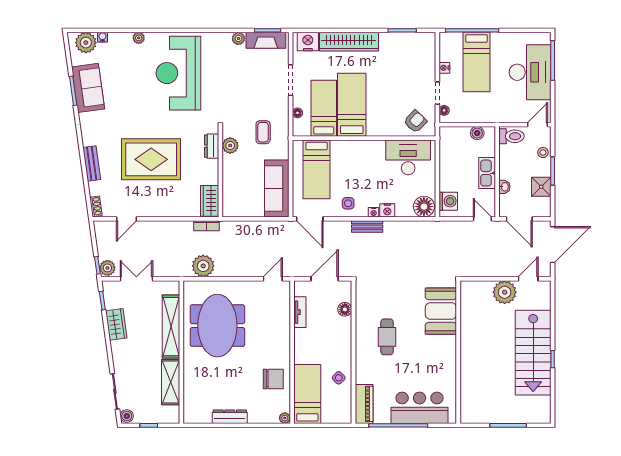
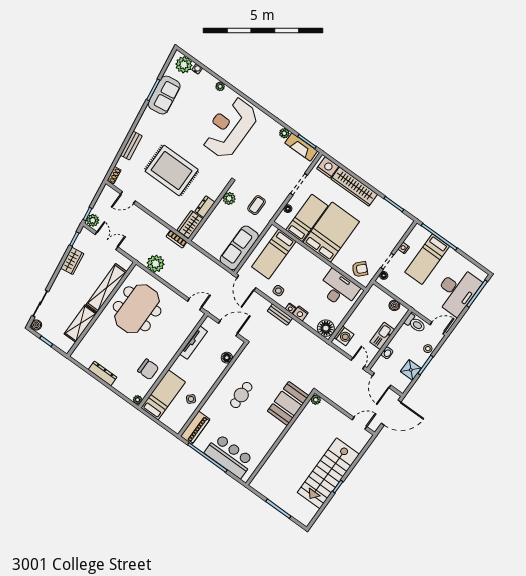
bed: (352, 105) -> (331, 232), width x1.50
dresser: (212, 146) -> (205, 207), moved
plant: (505, 292) -> (316, 400), moved, width x0.53, depth x0.53
tv unit: (300, 312) -> (194, 343), width x1.41

